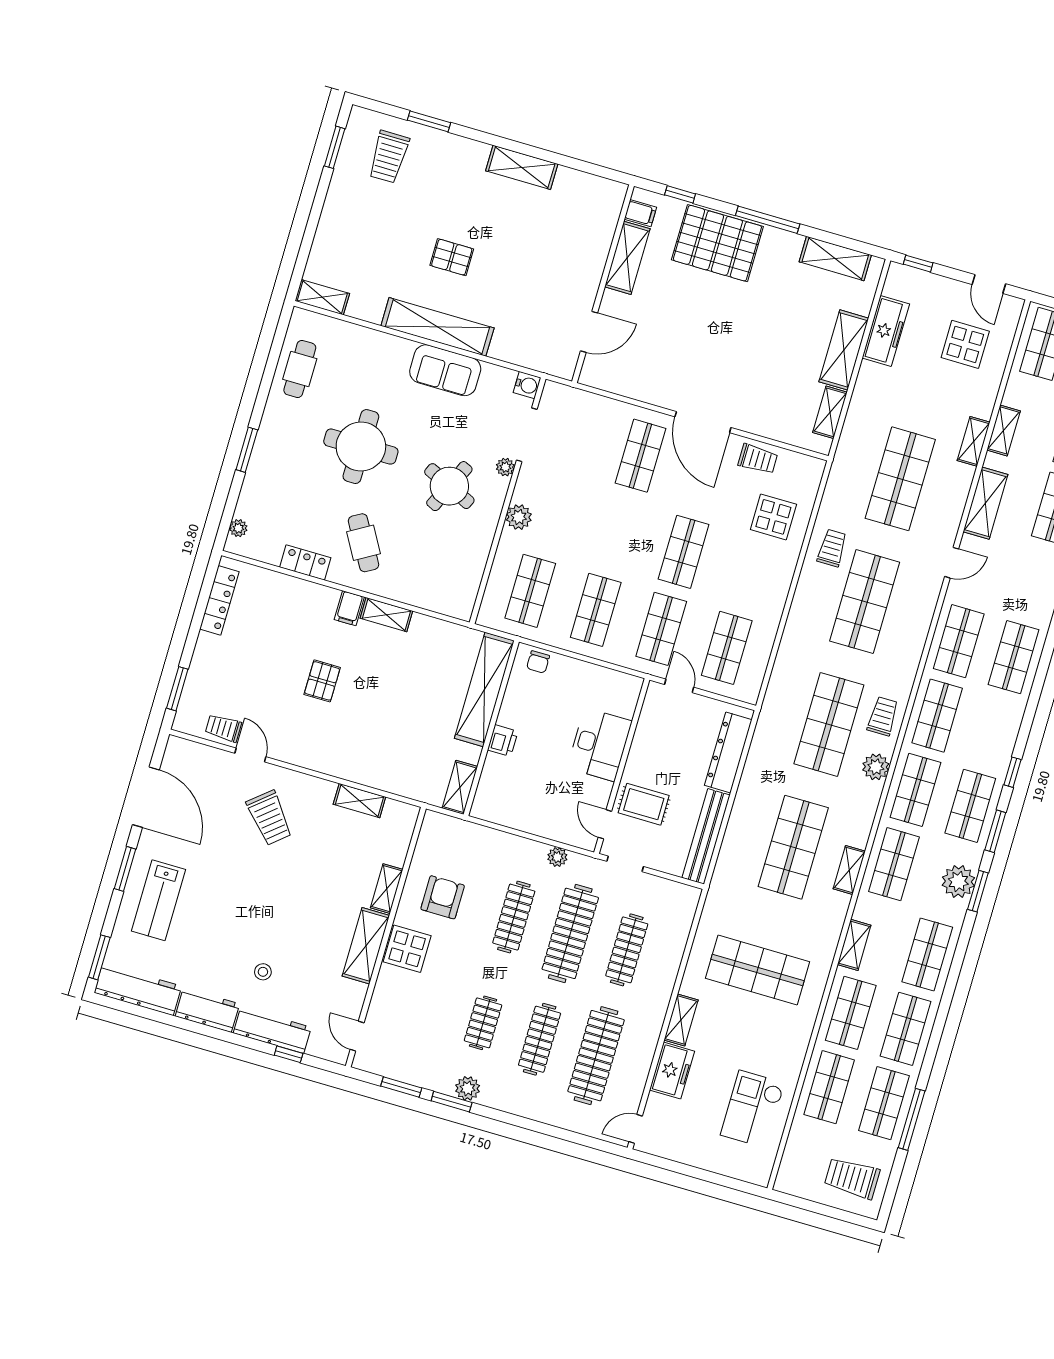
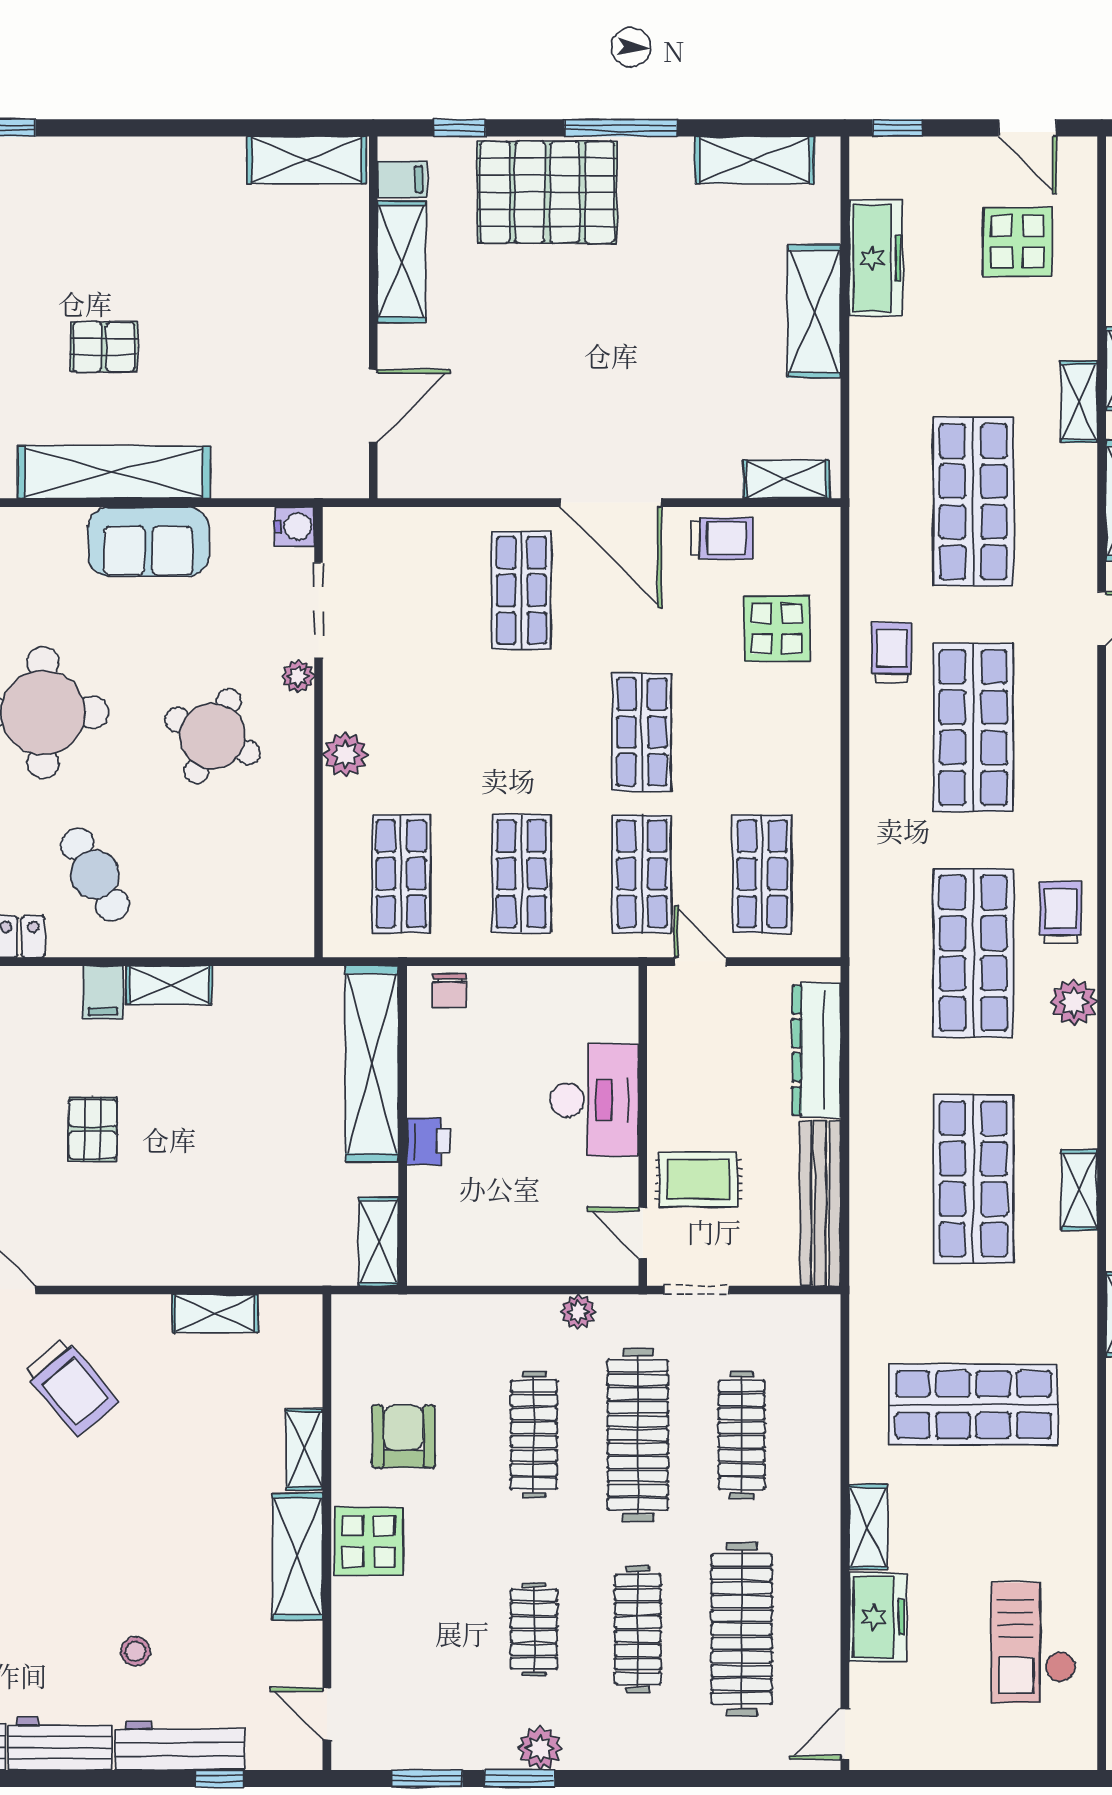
shelving: (522, 167) -> (307, 160), moved
shelving: (830, 412) -> (786, 479), moved, turned 90

